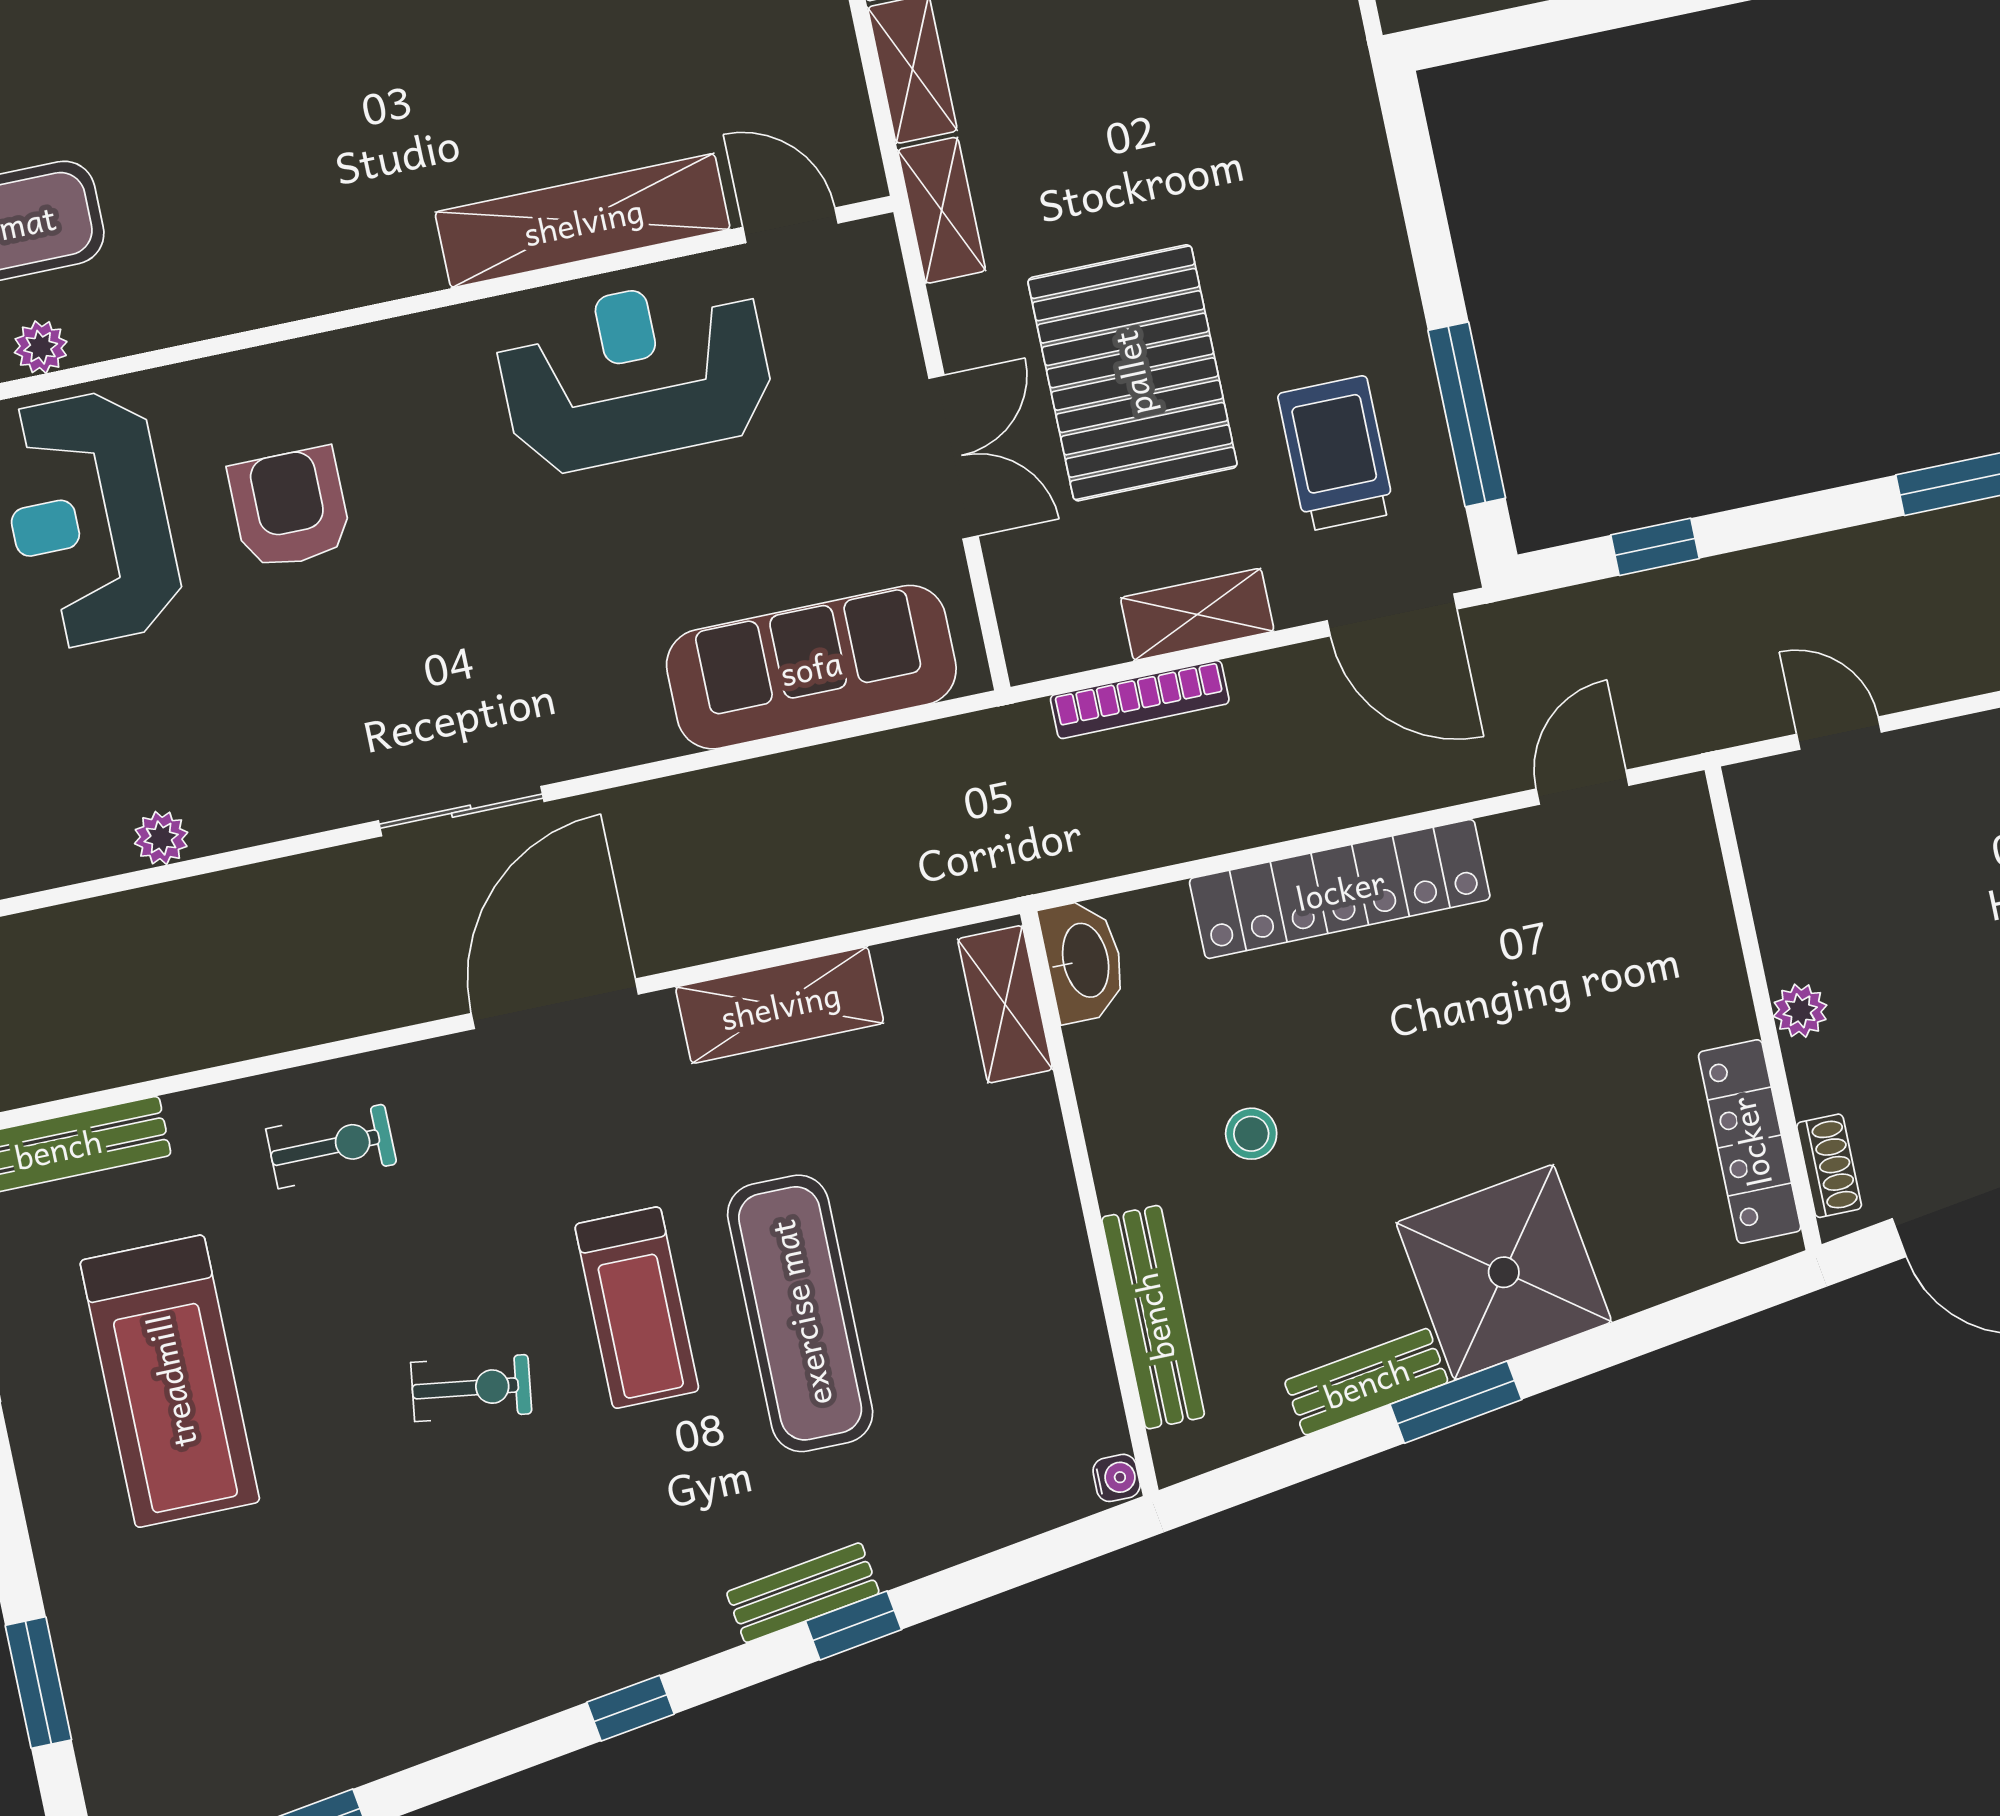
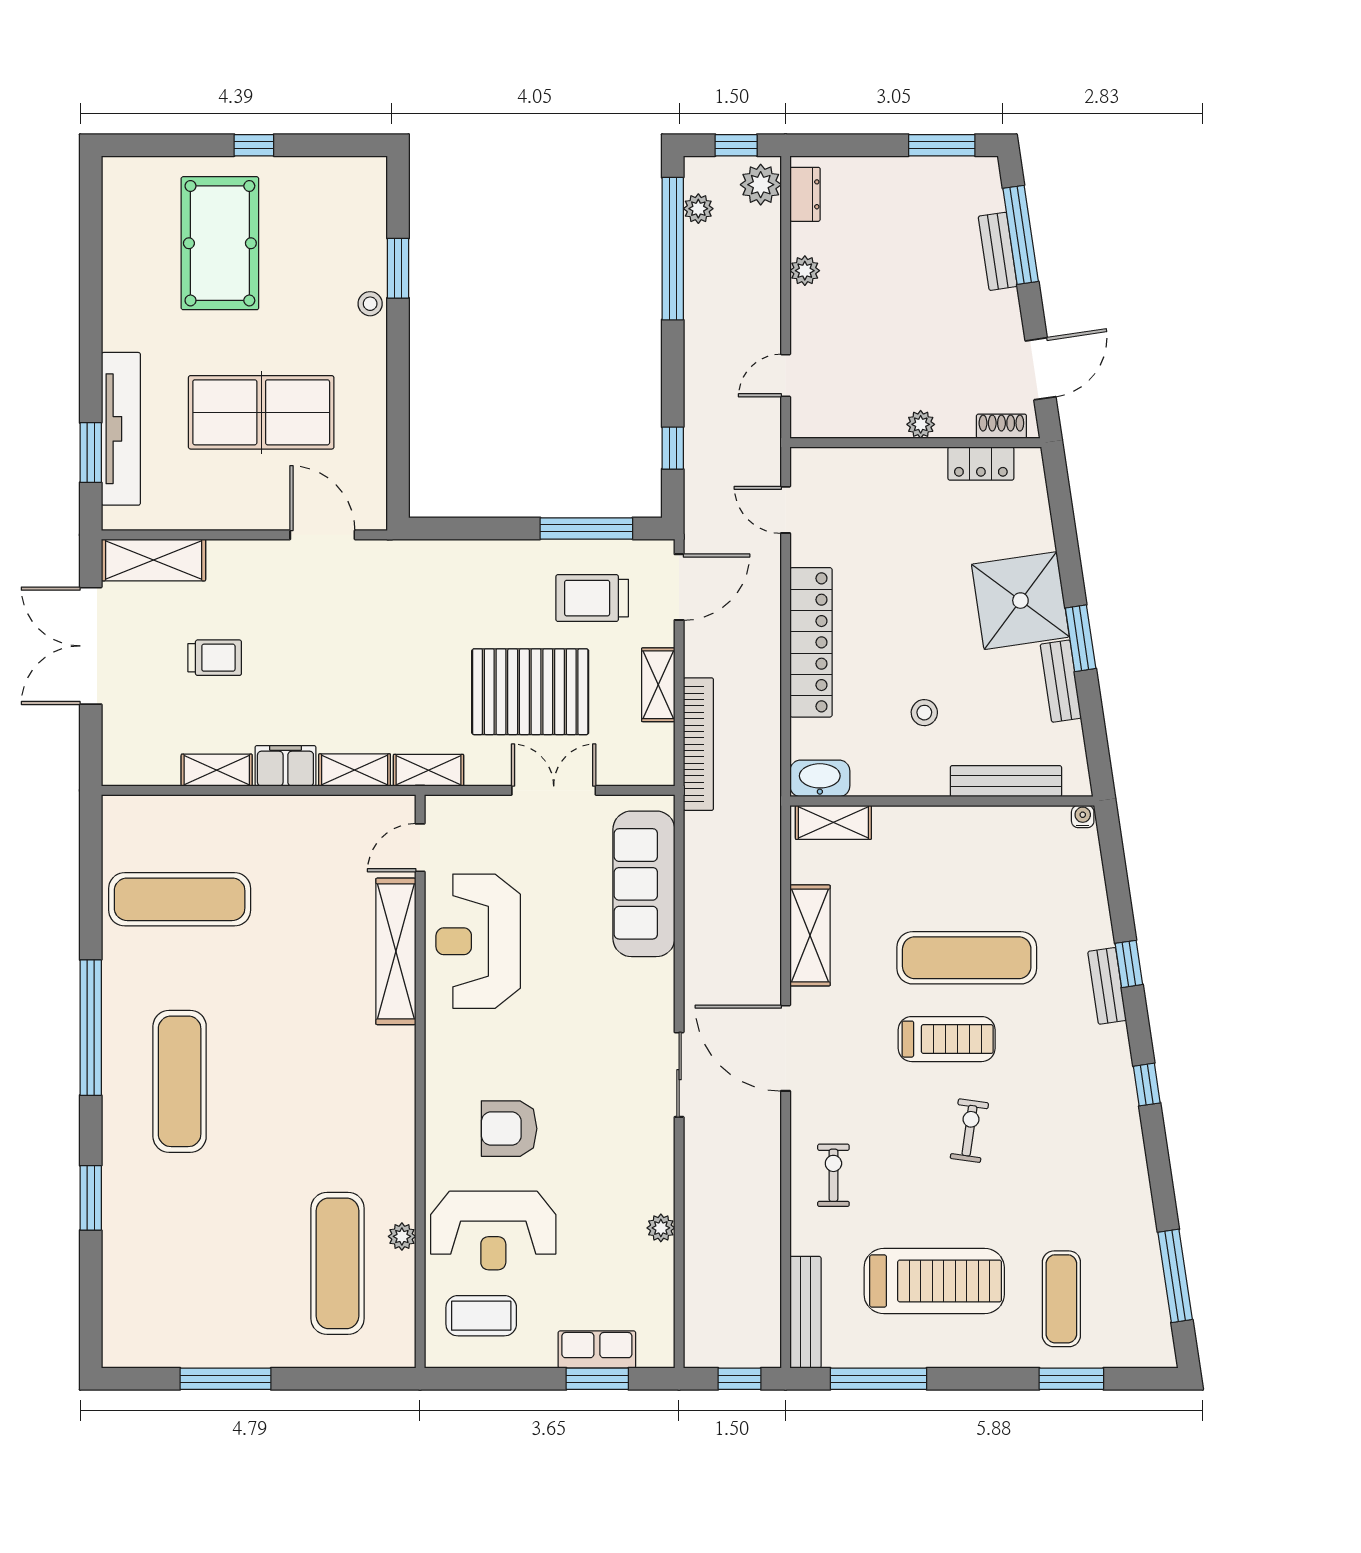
bookcase: (1140, 700) -> (698, 744), width x1.48, depth x1.31
locker: (1750, 1142) -> (981, 463), width x0.66
exercise mat: (187, 1631) -> (1061, 1299), added

